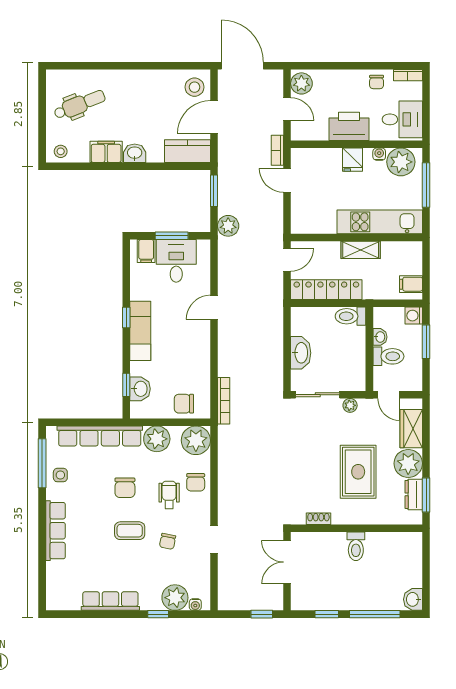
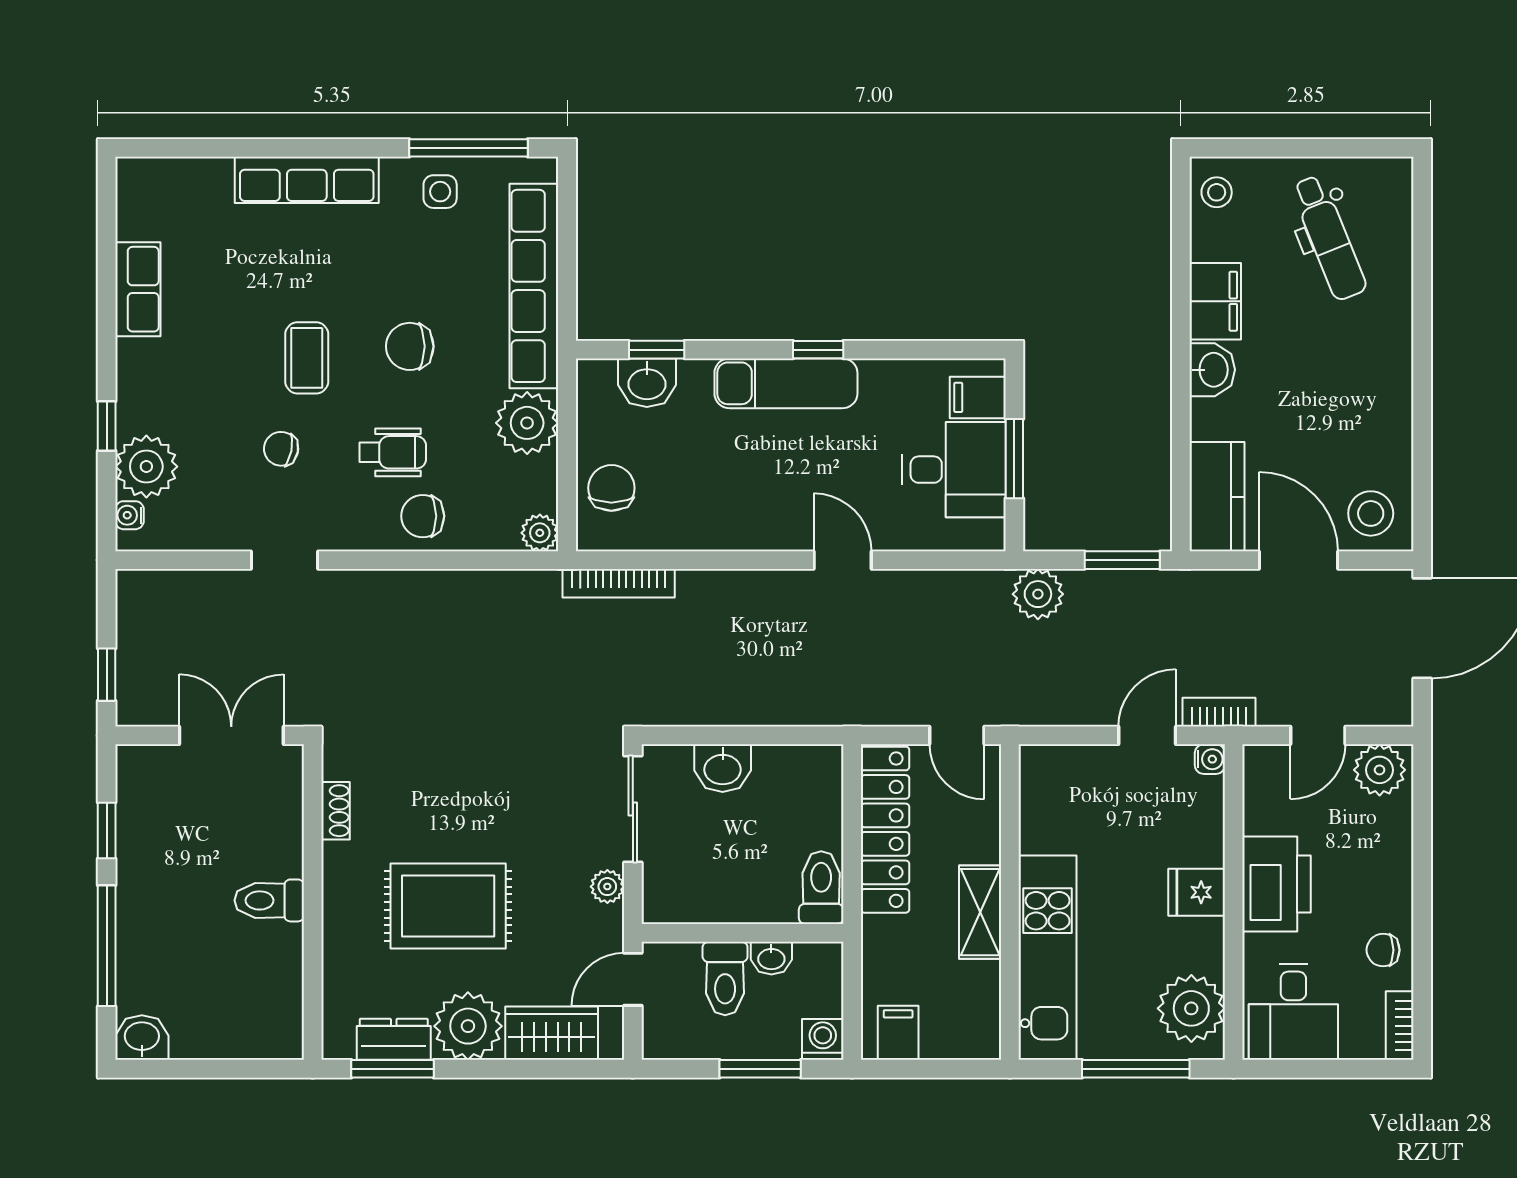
water cooler: (379, 154) -> (1210, 759), moved
washbasin: (301, 353) -> (723, 768), width x0.72
plant: (196, 440) -> (540, 533), width x0.53, depth x0.53
row of seats: (110, 601) -> (138, 289), width x0.68

